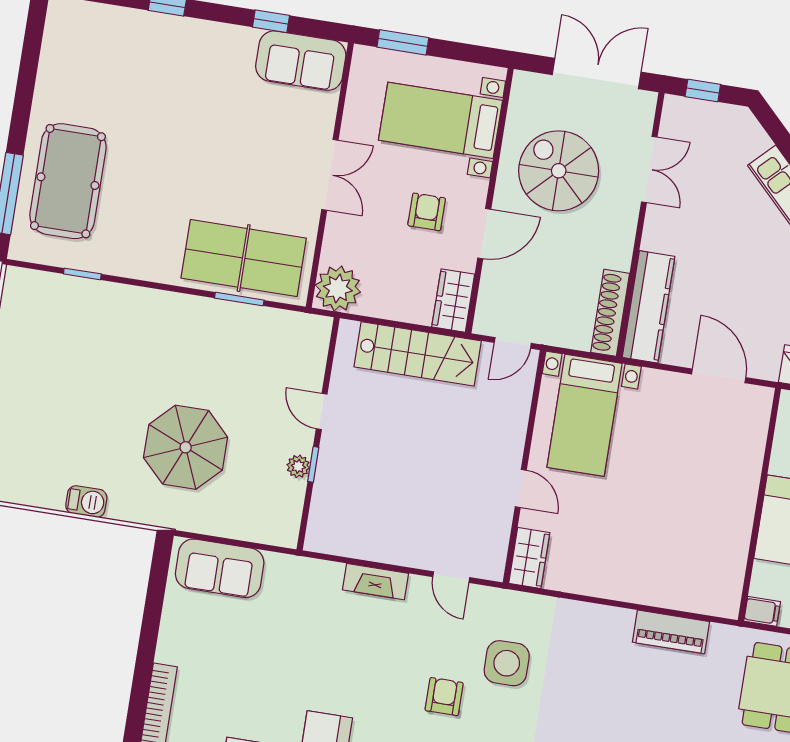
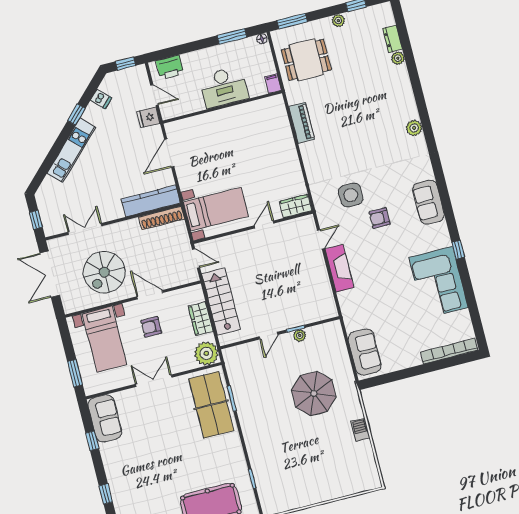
wardrobe: (453, 301) -> (201, 319), moved, turned 90
fireplace: (375, 582) -> (339, 268), width x1.37, depth x1.32

